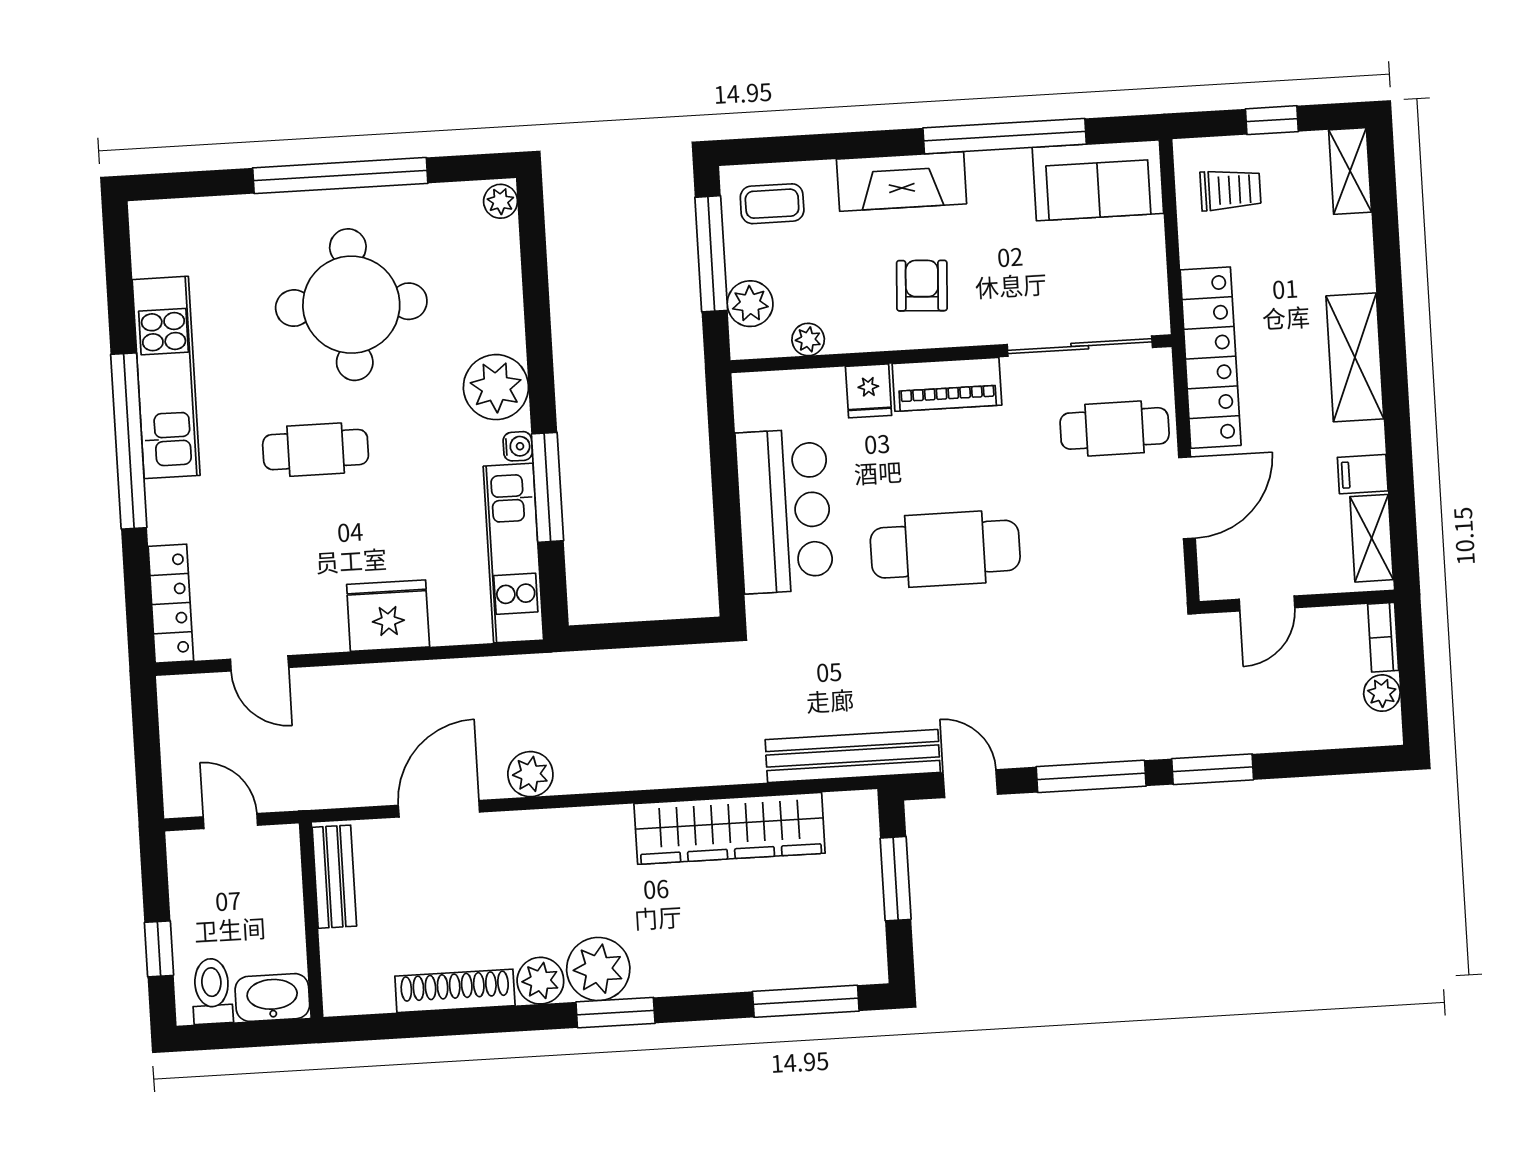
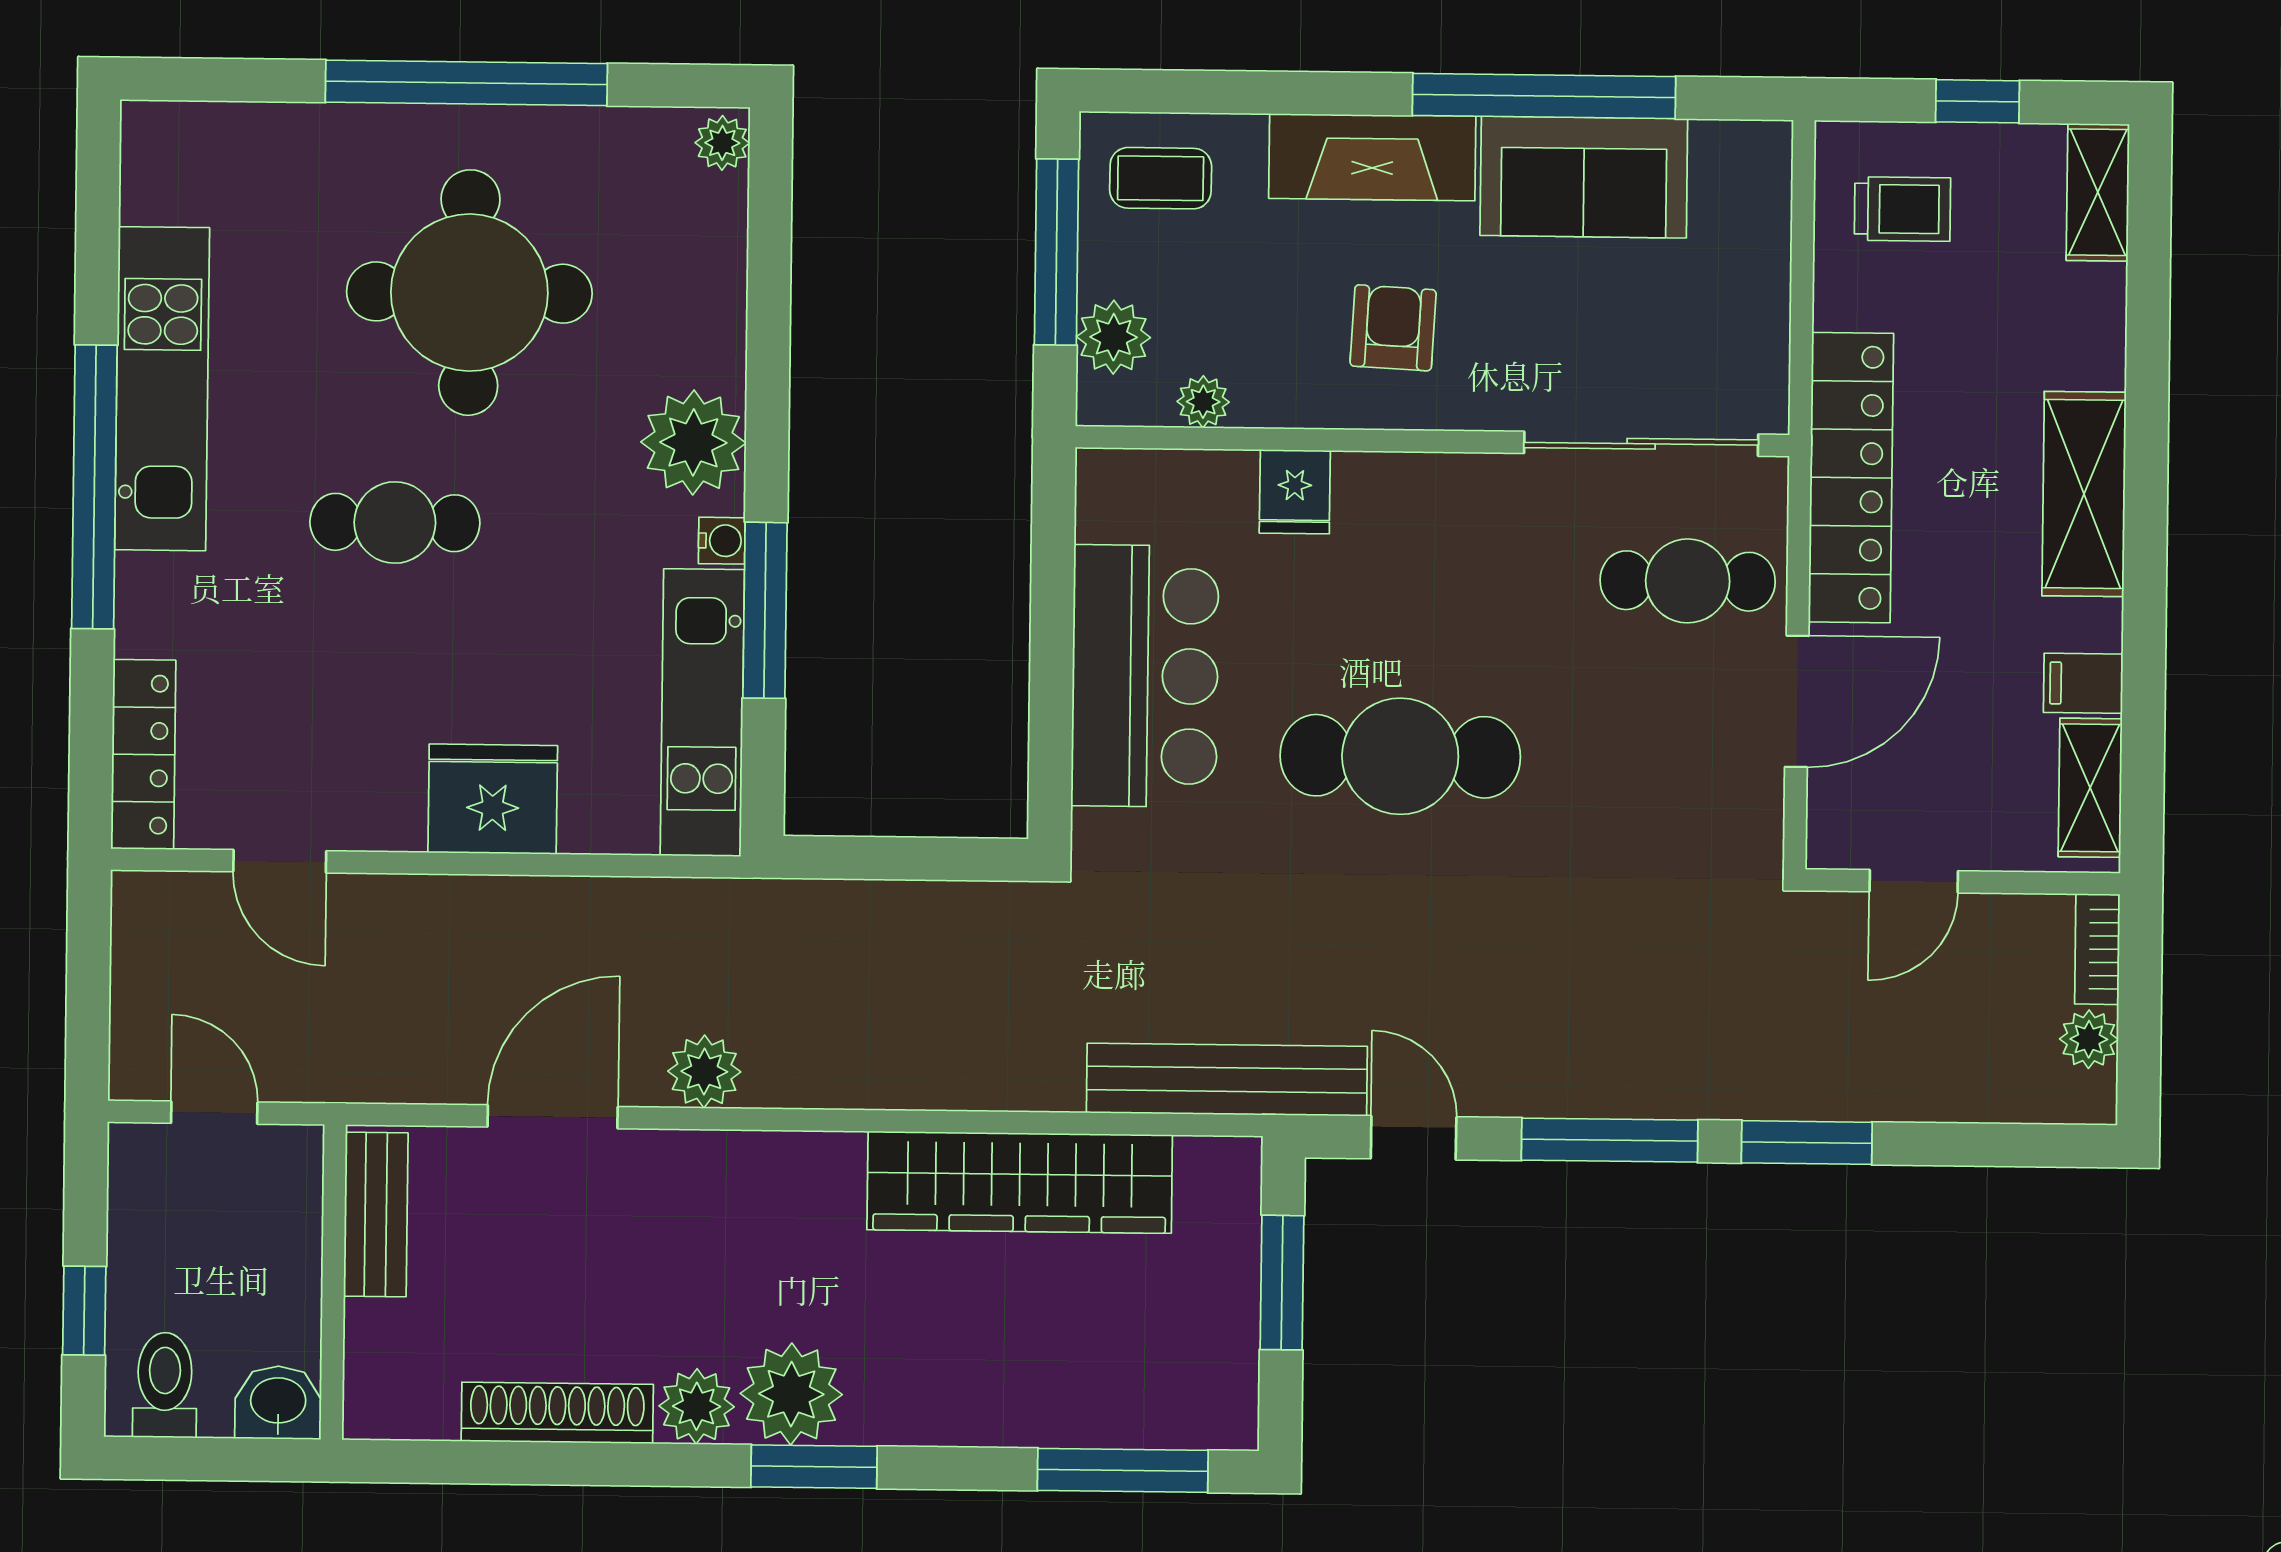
sofa: (1098, 180) -> (1584, 177), moved
piano: (947, 384) -> (1422, 490), removed
washbasin: (272, 997) -> (278, 1403), width x0.72

